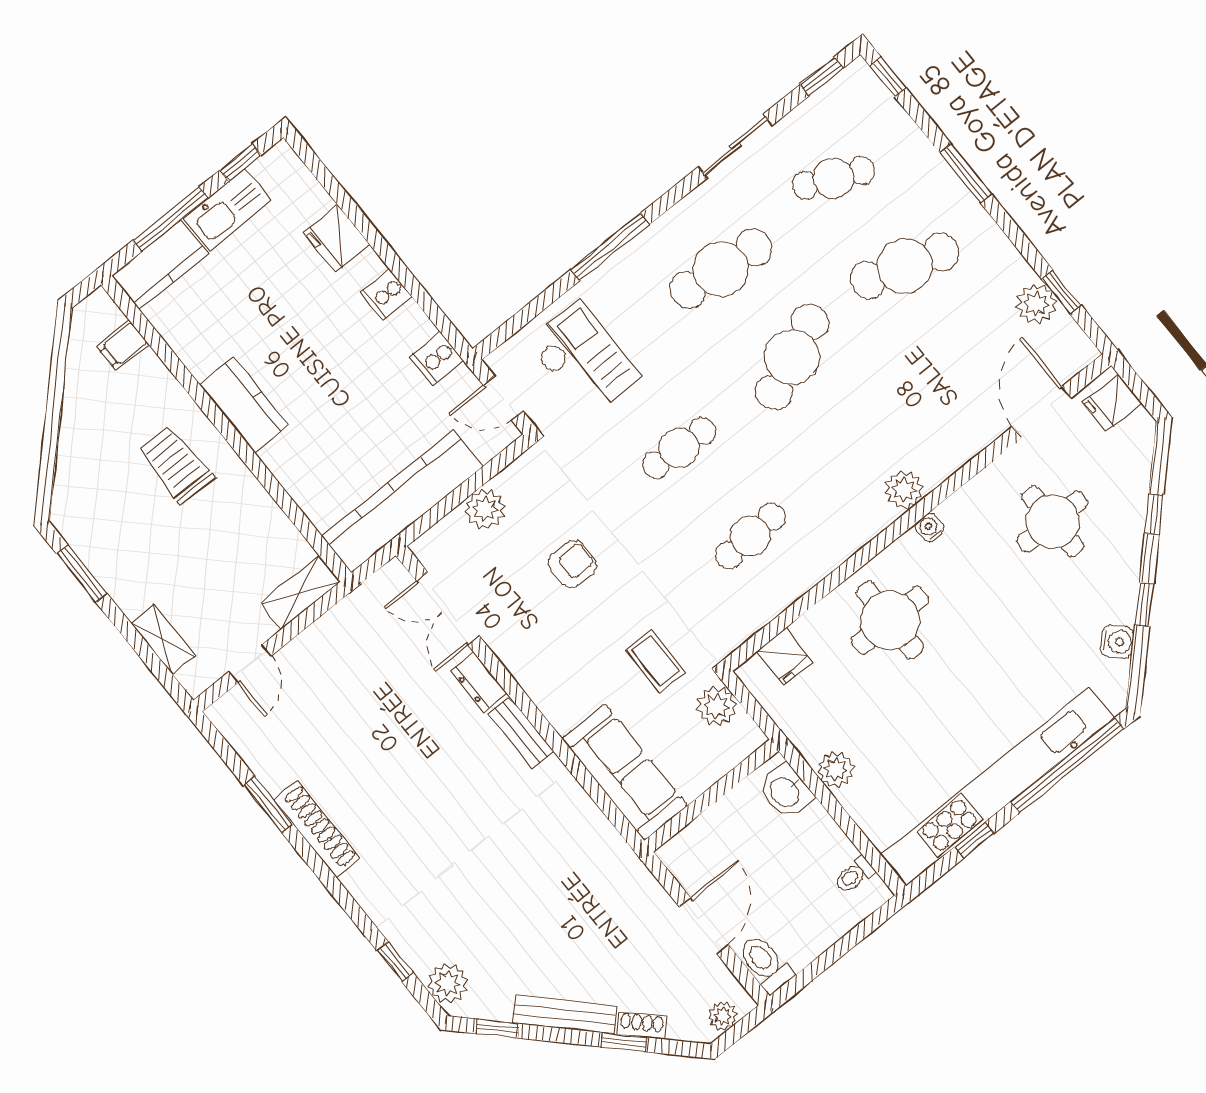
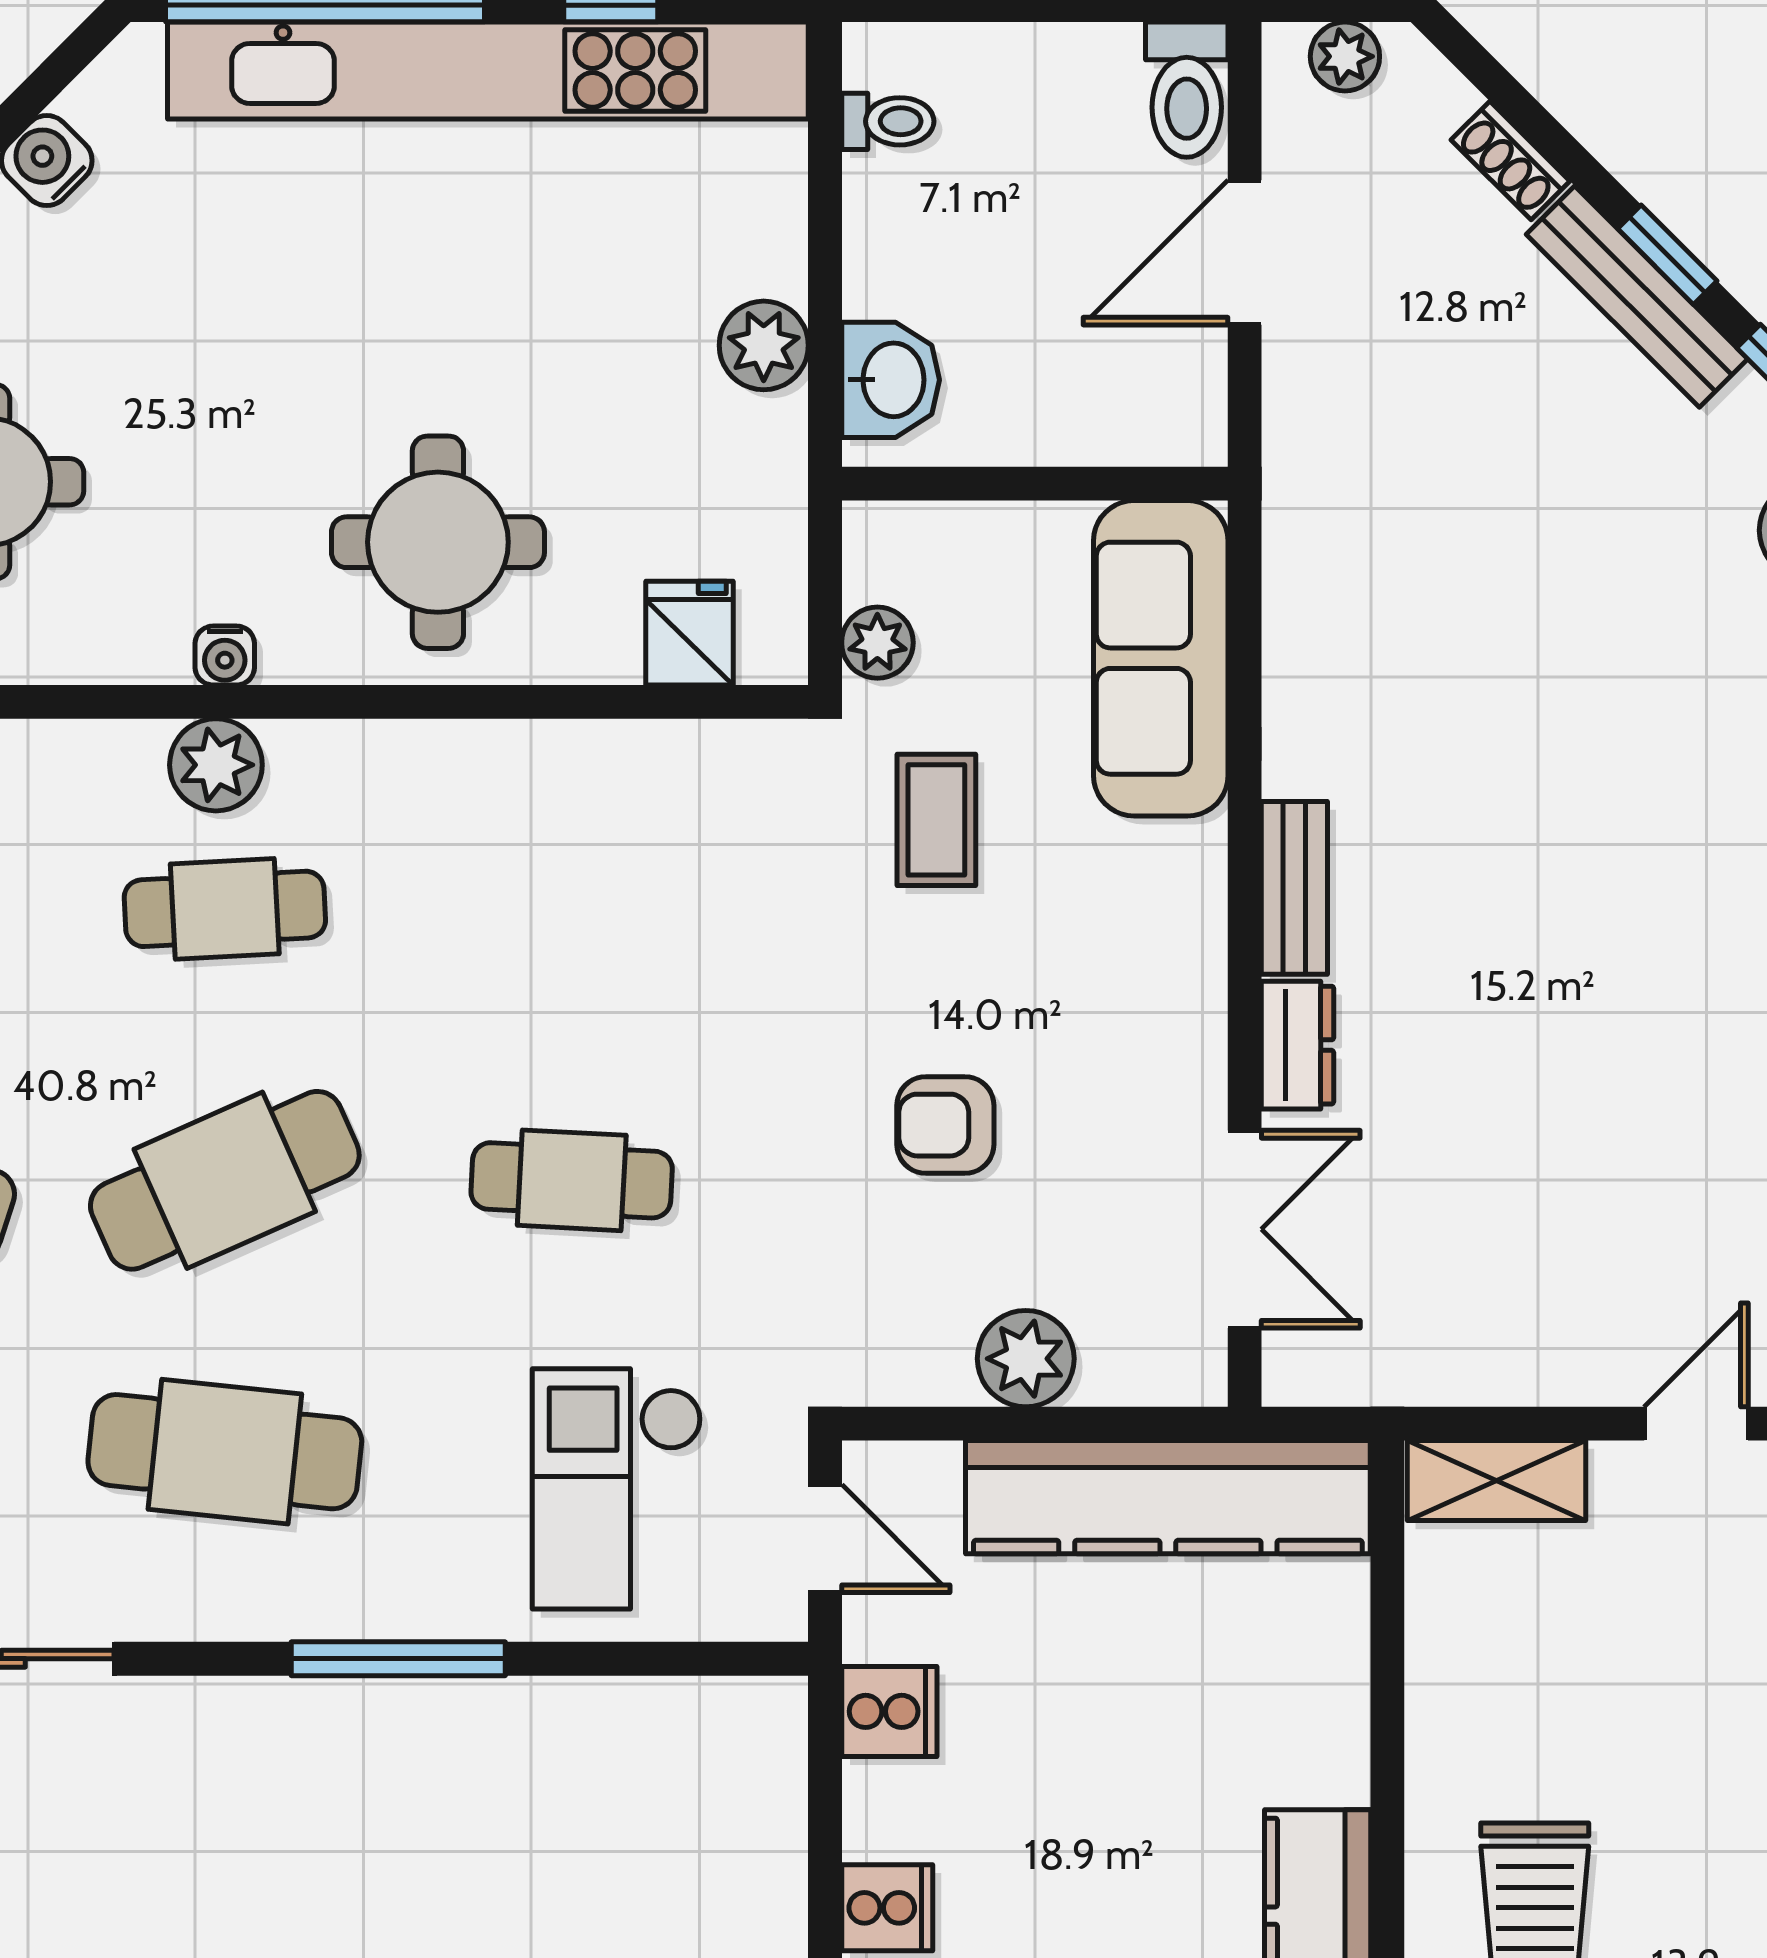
cafe table: (750, 536) -> (225, 909), moved
plant: (716, 706) -> (877, 643), width x0.73, depth x0.73
window: (624, 1042) -> (1667, 255), moved

